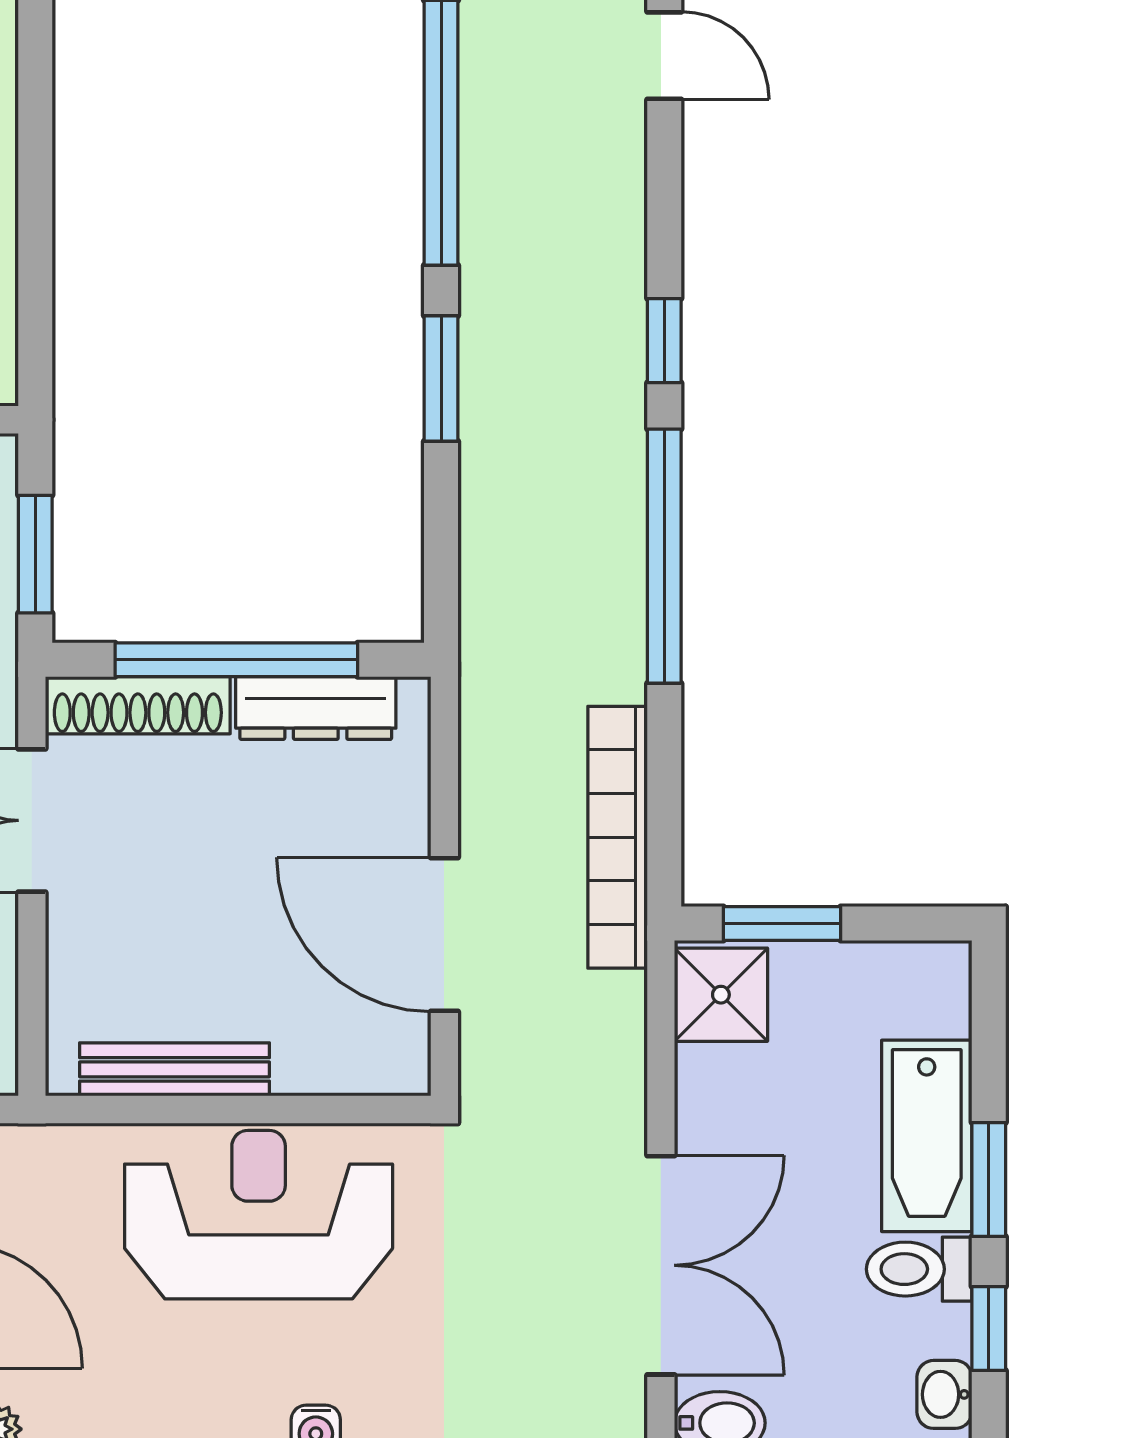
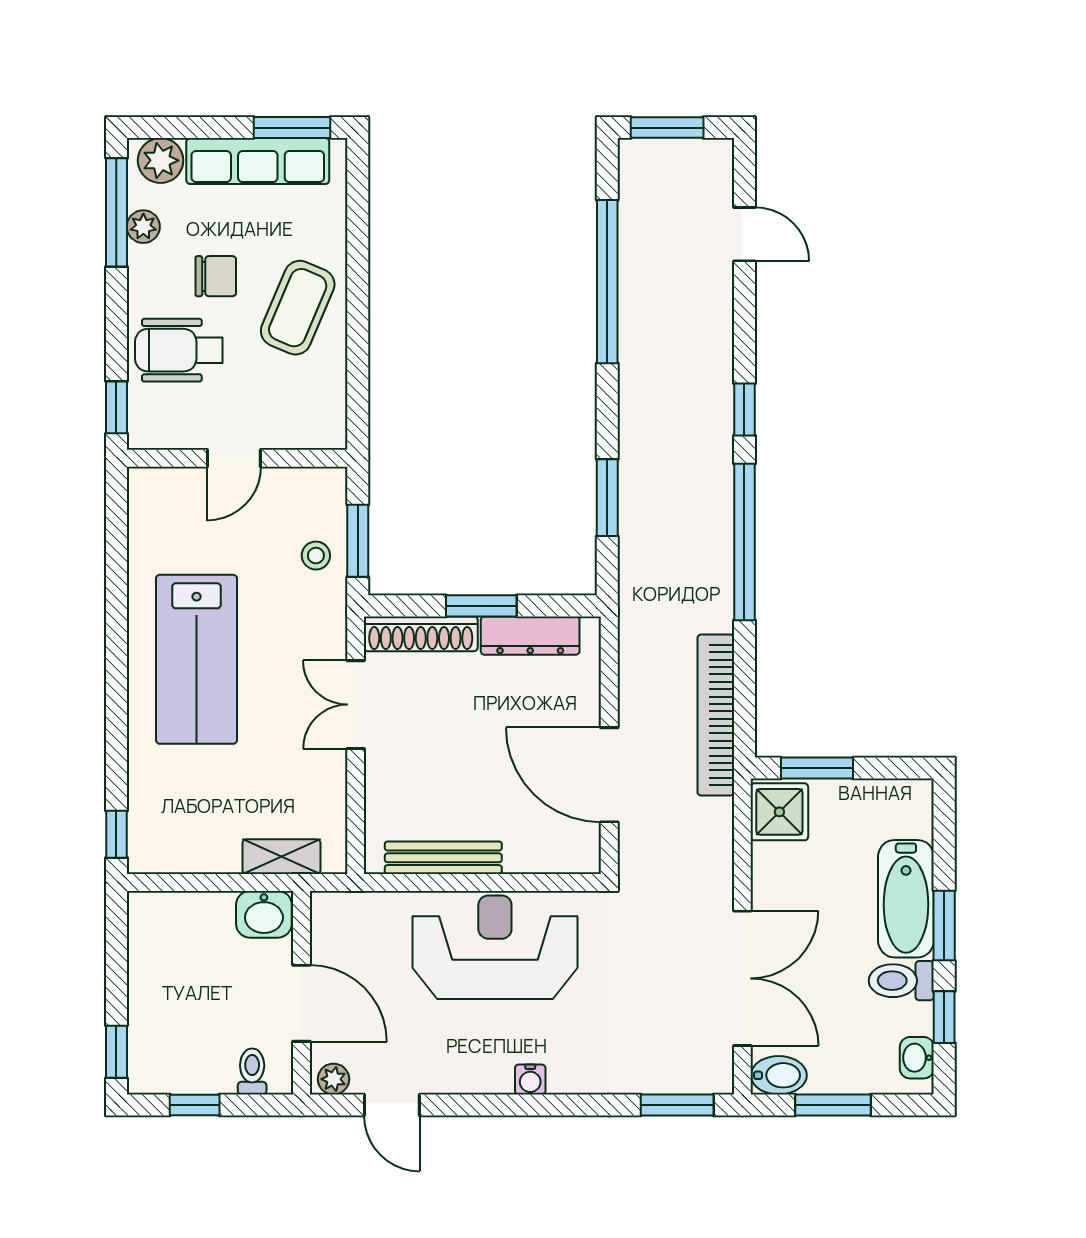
window: (441, 378) -> (607, 498), moved
window: (236, 660) -> (481, 606), width x0.47

